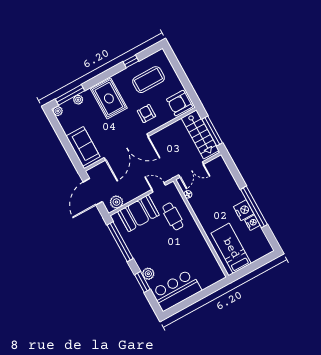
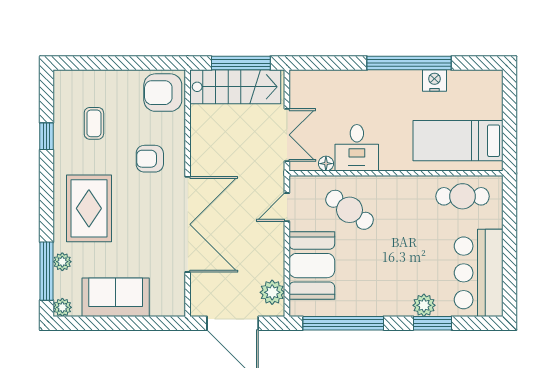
coffee table: (148, 80) -> (94, 123), width x0.54, depth x0.58
rug: (109, 98) -> (89, 208), turned 90
armchair: (179, 103) -> (163, 93), turned 90
sofa: (83, 146) -> (116, 297), moved
desk: (203, 204) -> (357, 148), added
nightstand: (244, 210) -> (405, 84), removed
cafe table: (173, 216) -> (350, 210), turned 36
cafe table: (207, 264) -> (462, 196), added

